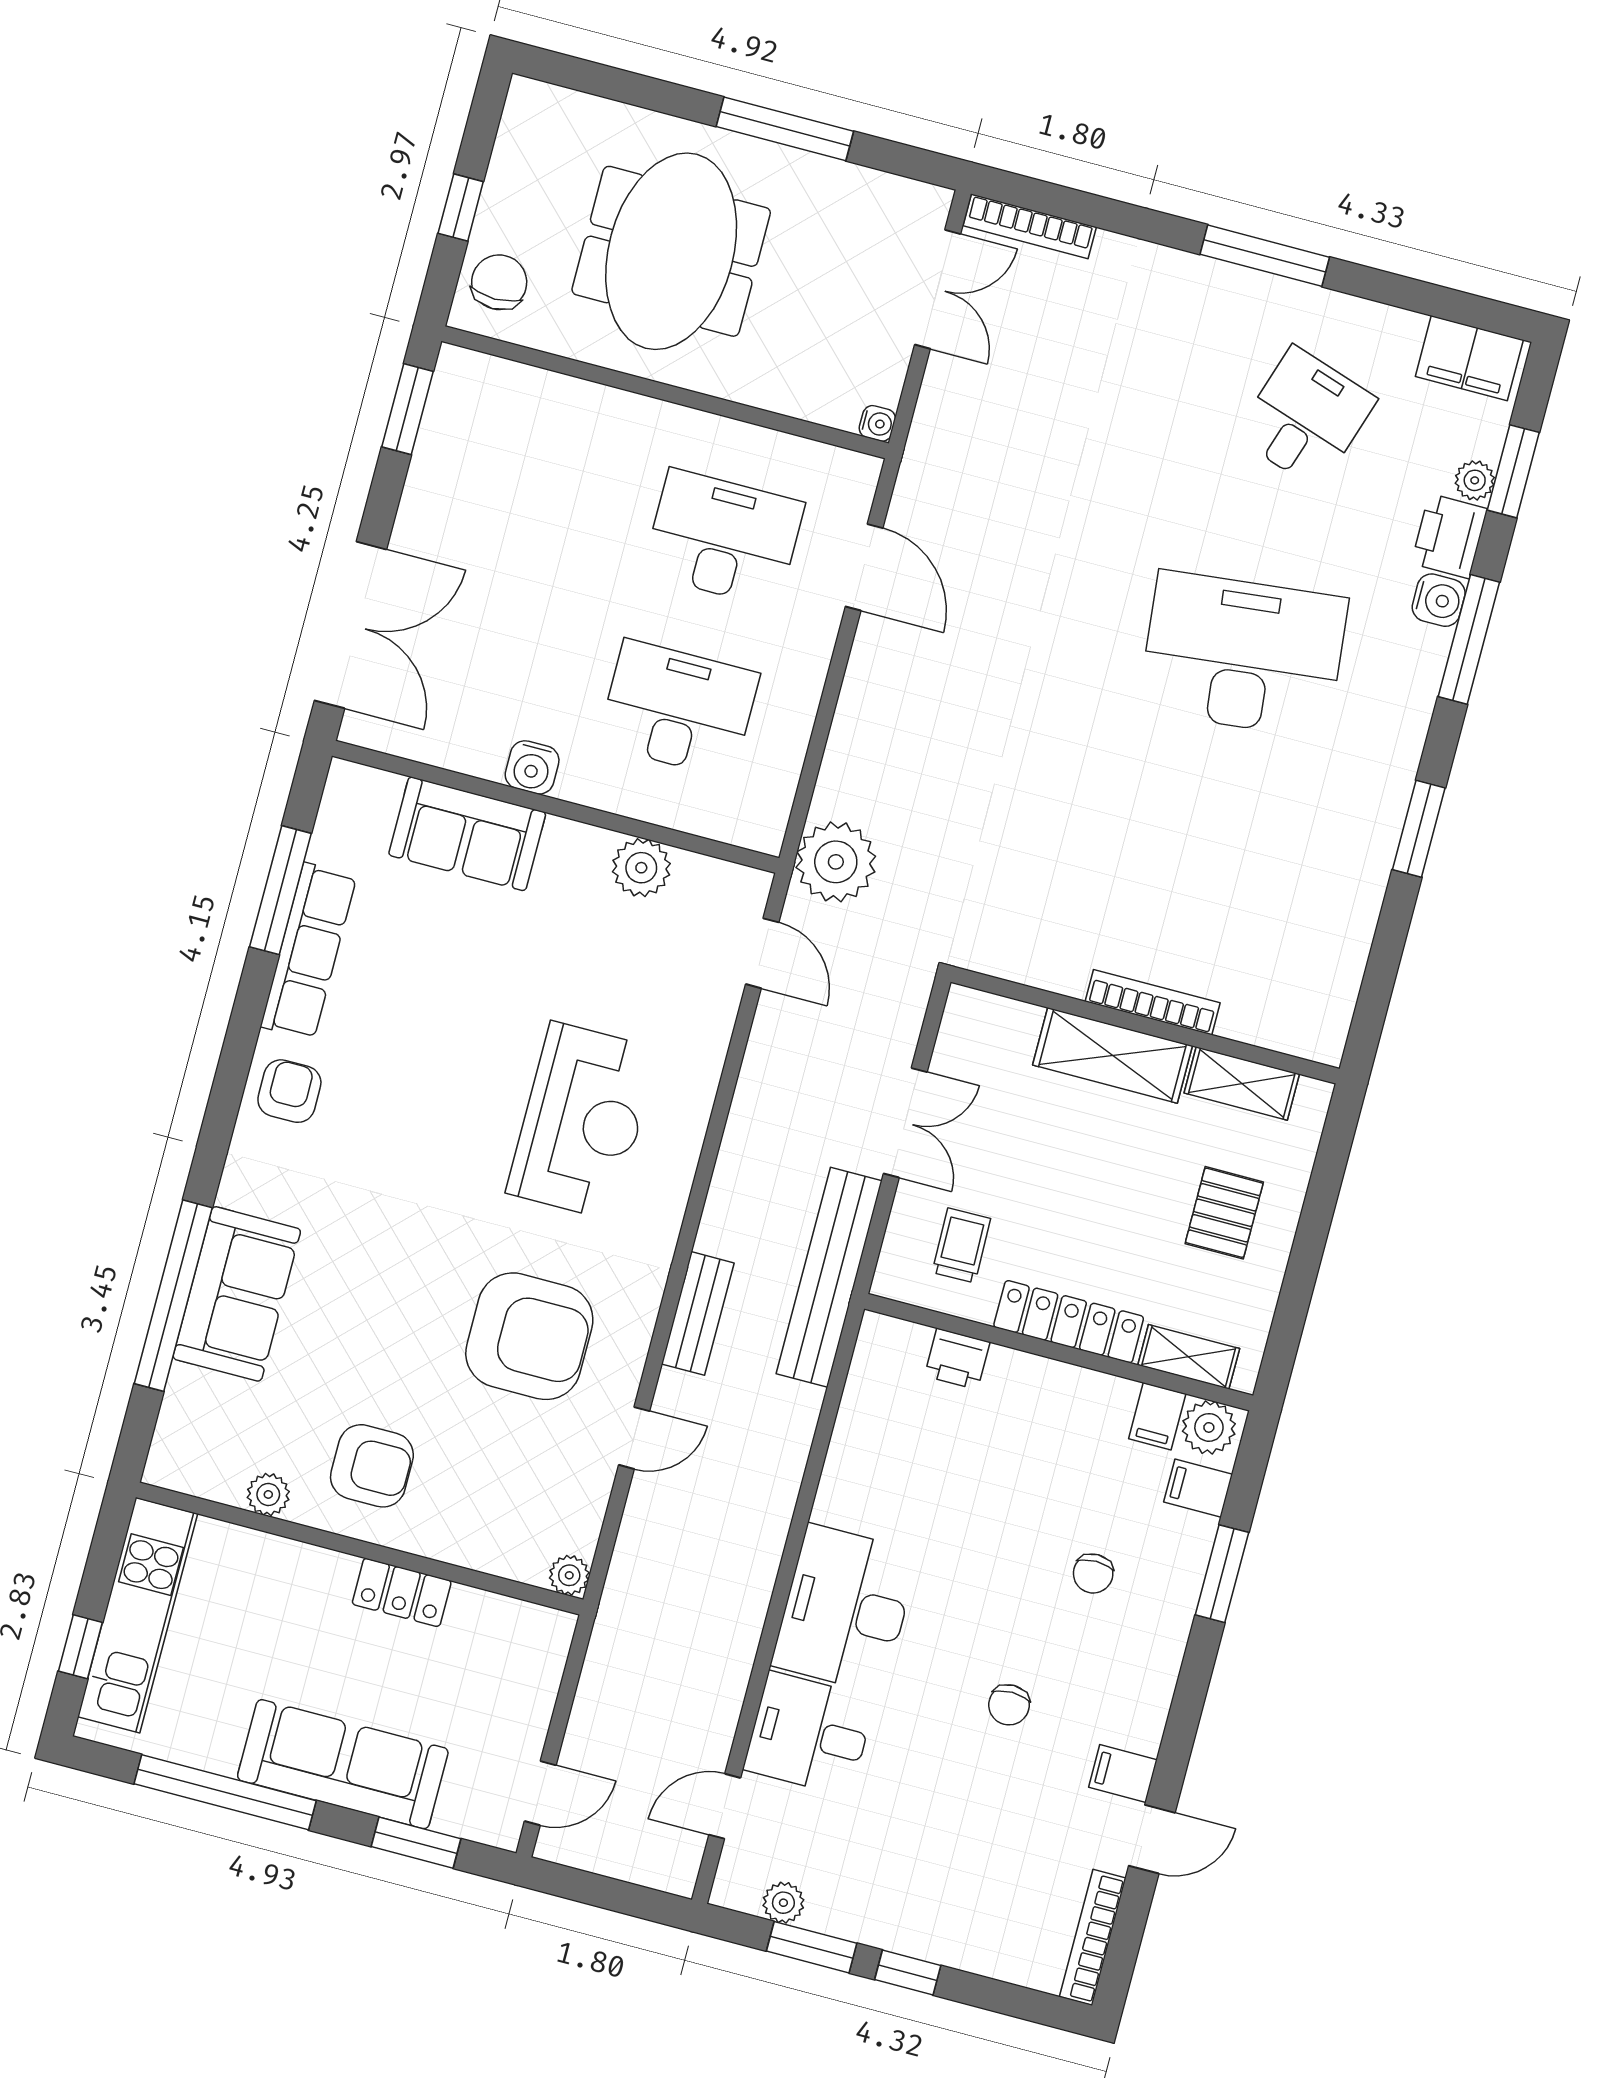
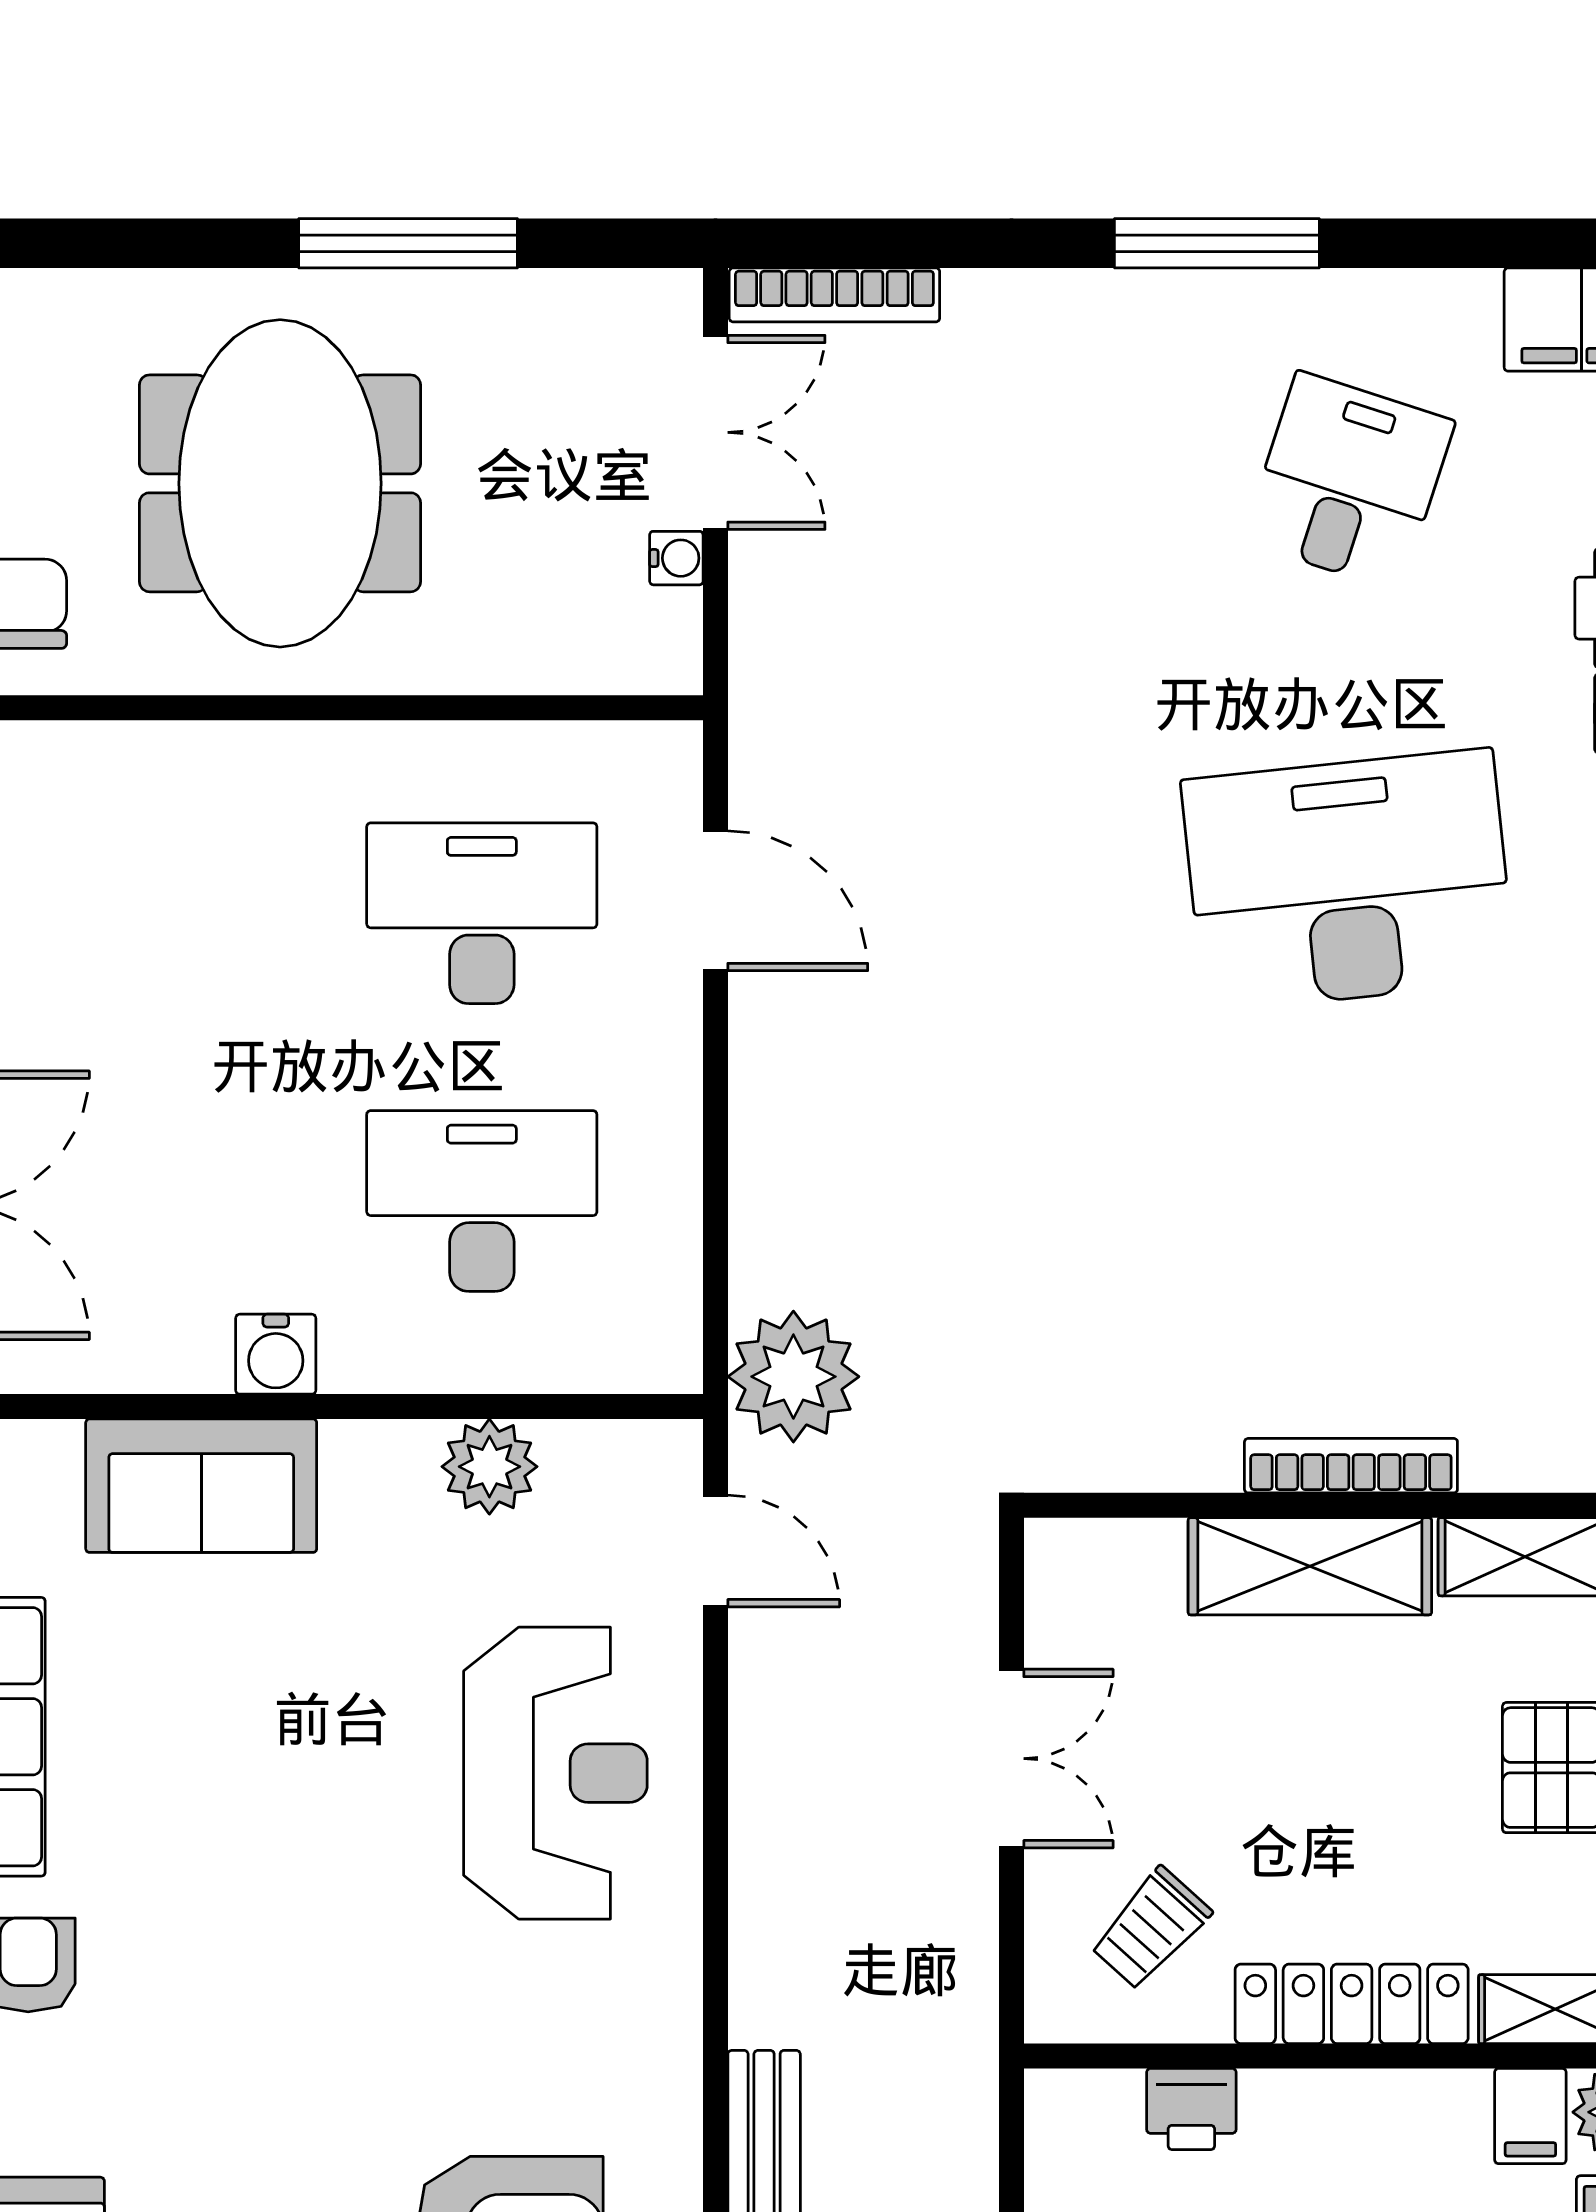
water cooler: (877, 423) -> (676, 558), moved
reception desk: (582, 1121) -> (555, 1773), moved
trolley: (961, 1245) -> (1151, 1928), turned -137
bench: (829, 1277) -> (956, 2034), removed

